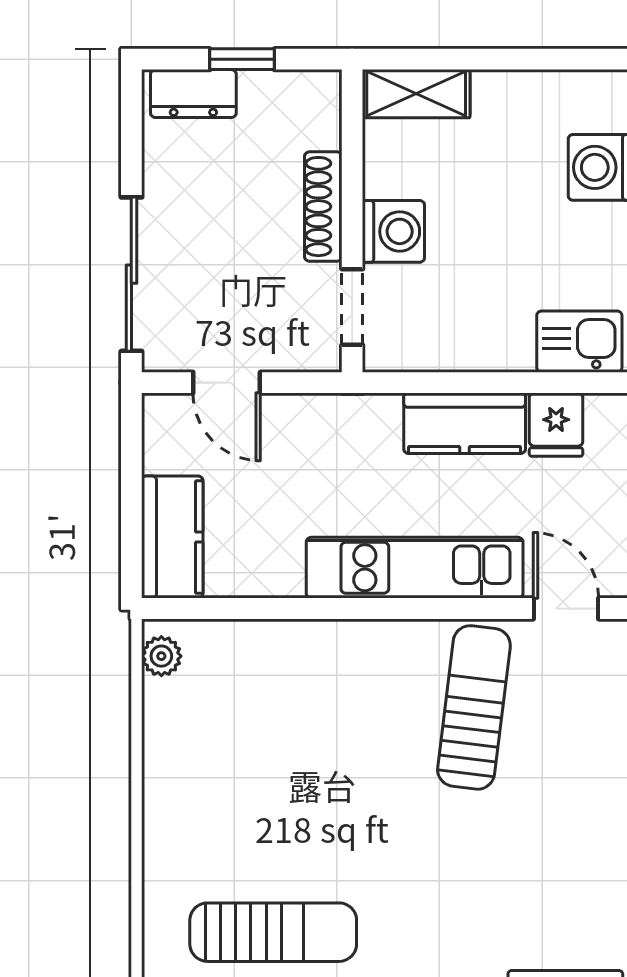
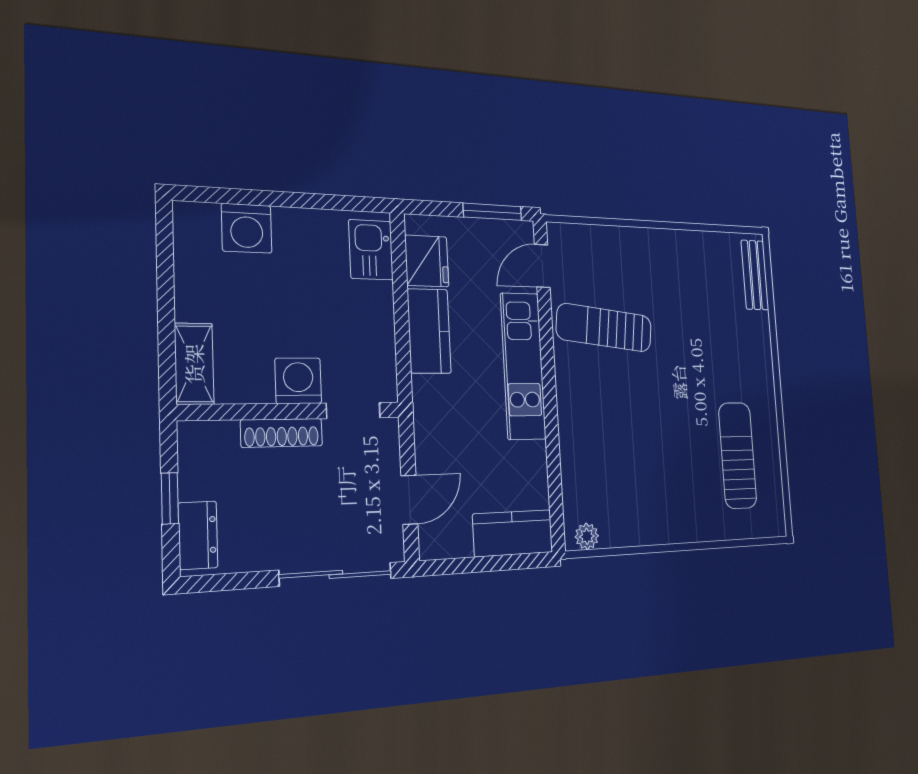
fridge: (556, 425) -> (427, 261), width x1.38

